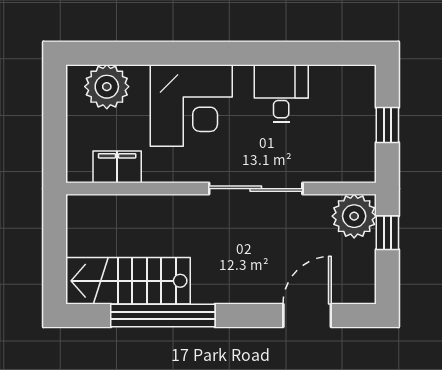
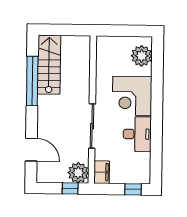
desk: (281, 93) -> (137, 134), width x1.37
window: (387, 125) -> (133, 189), moved
filing cabinet: (117, 167) -> (102, 172), moved

